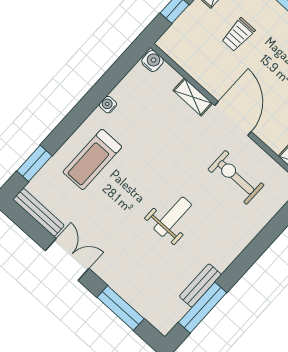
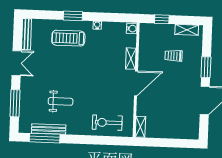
window: (34, 163) -> (73, 16), moved
exercise bike: (236, 177) -> (107, 123), moved, turned -90
weight bench: (173, 217) -> (61, 101), moved
bench: (200, 285) -> (49, 129), width x1.36

